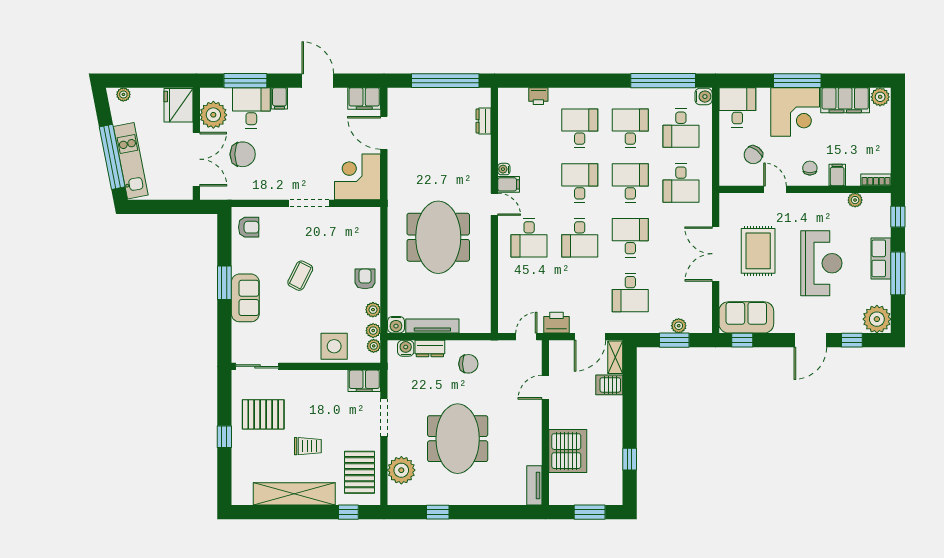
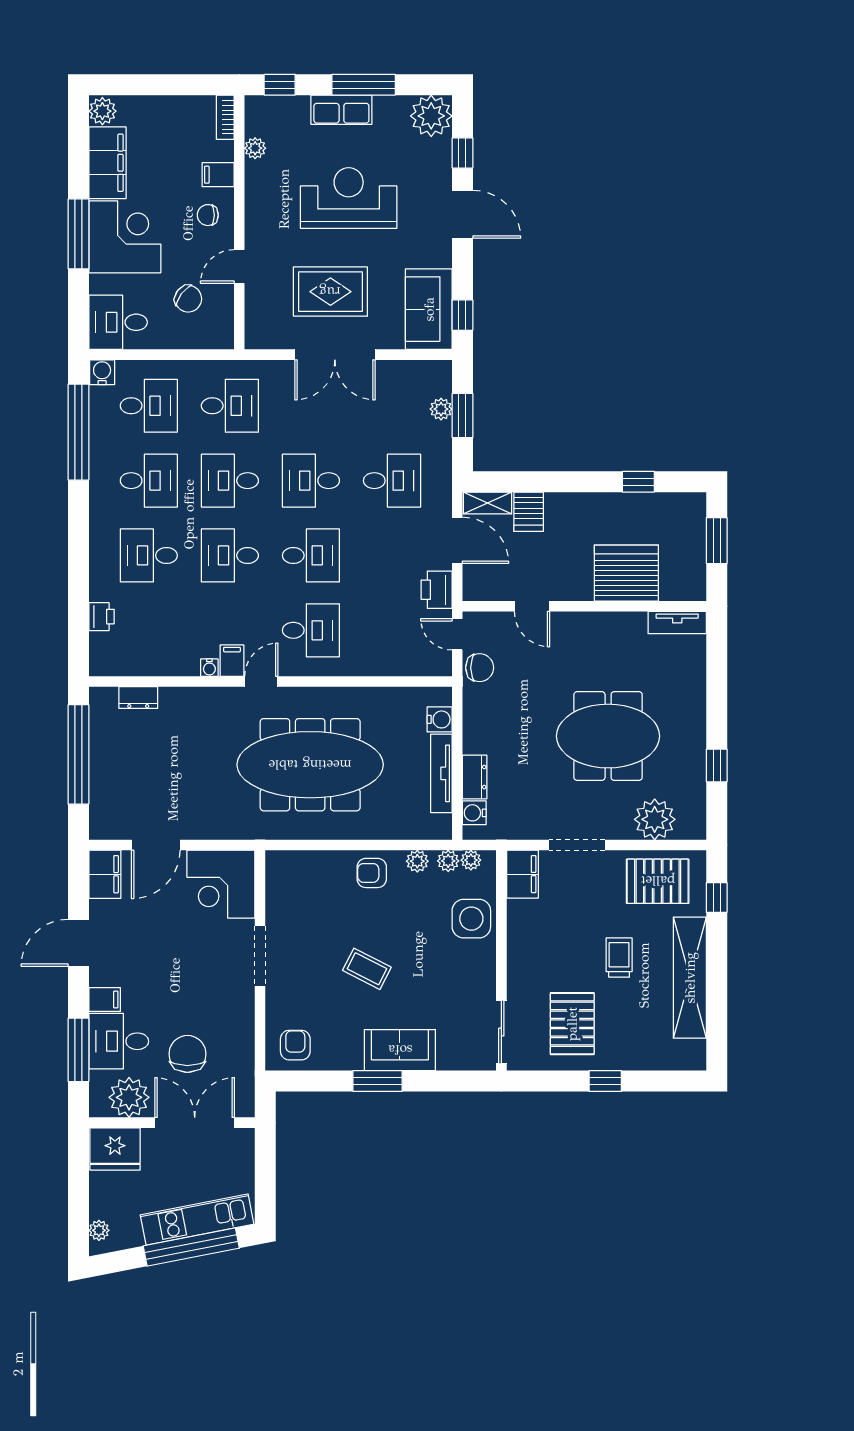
desk: (630, 128) -> (149, 481), turned 180
meeting table: (438, 237) -> (310, 765), width x1.36
water cooler: (396, 325) -> (440, 719), moved
chair: (468, 364) -> (480, 668), moved, turned 90

